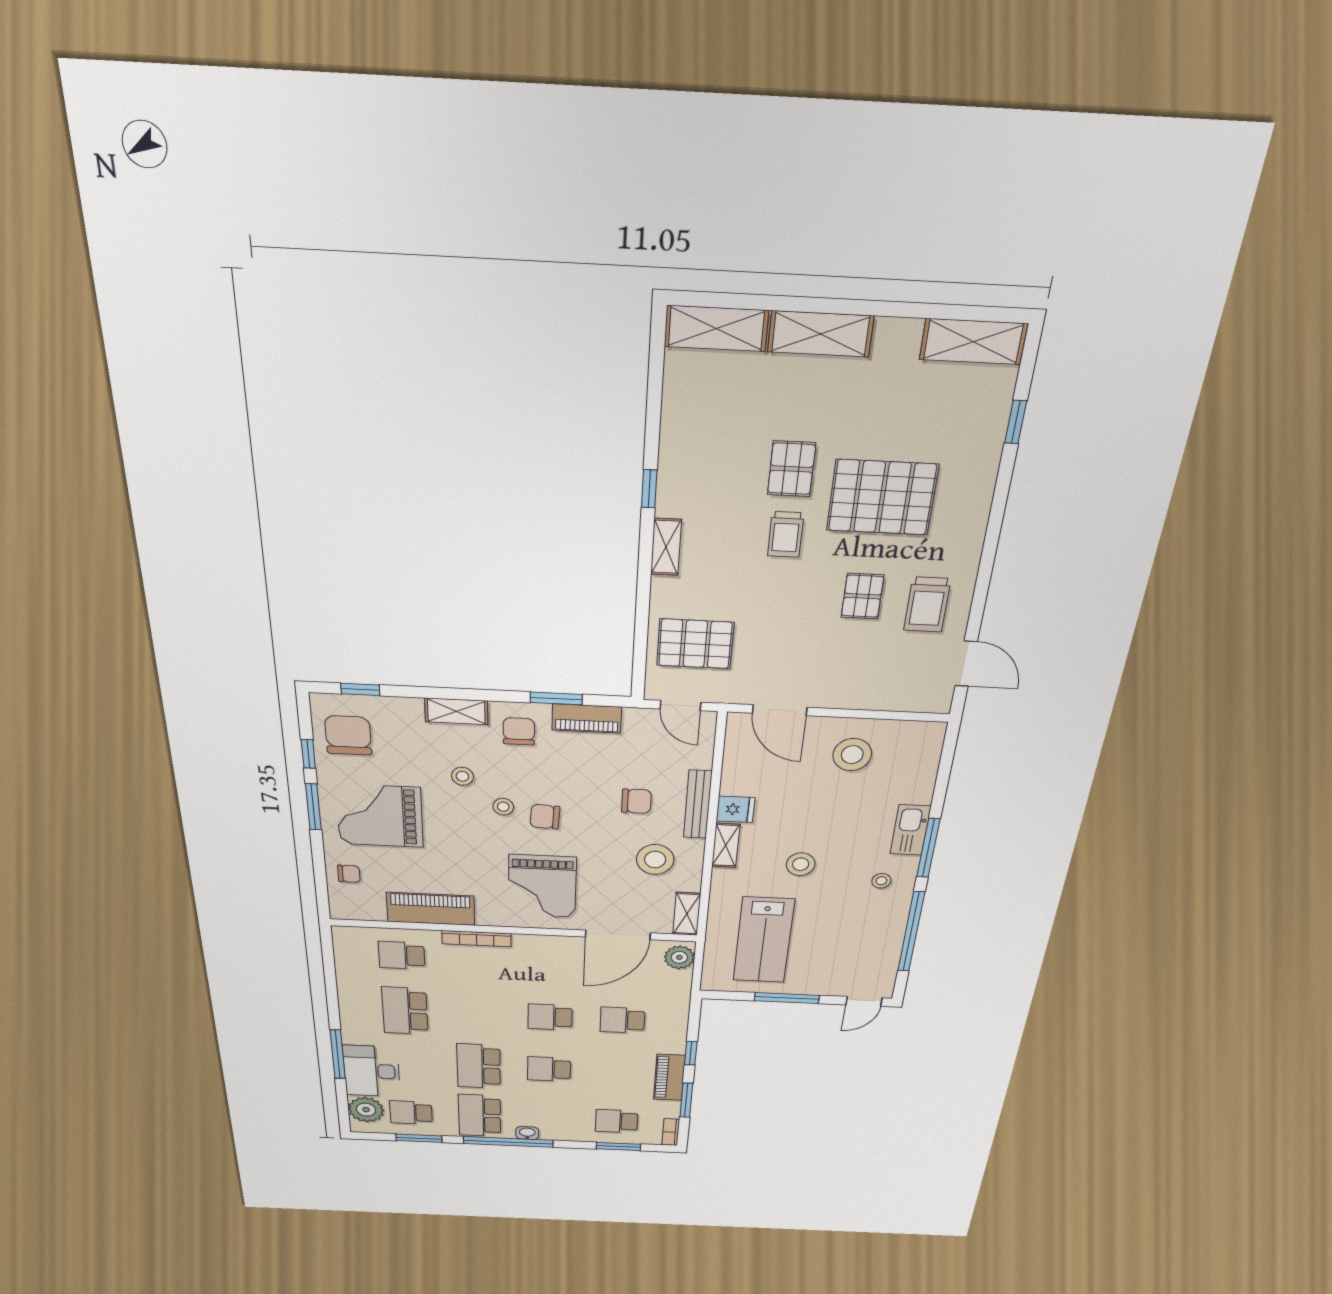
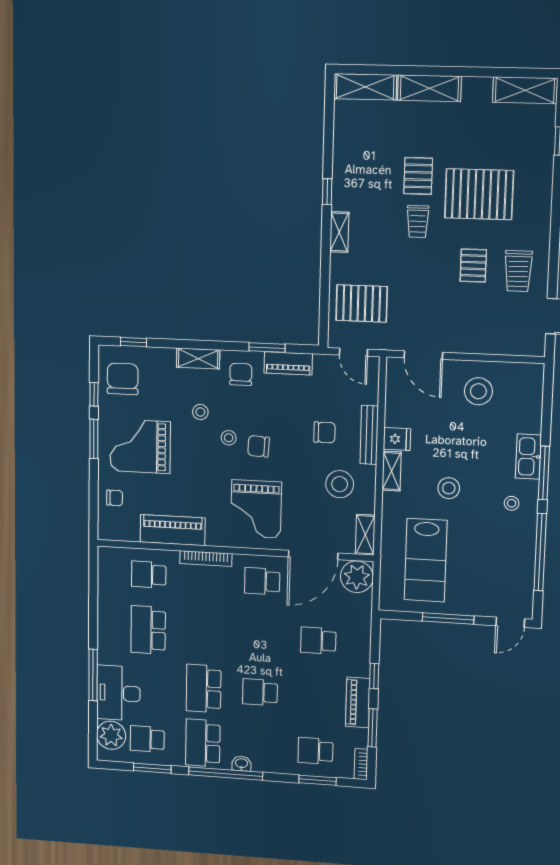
plant: (679, 957) -> (357, 577), width x1.36, depth x1.36
school desk: (550, 1017) -> (262, 581), moved

